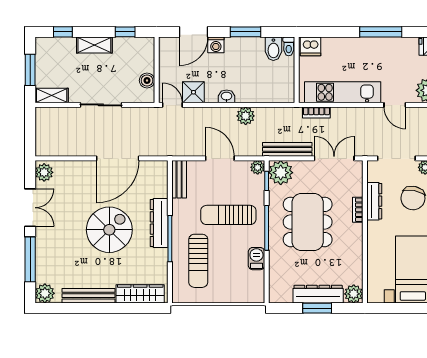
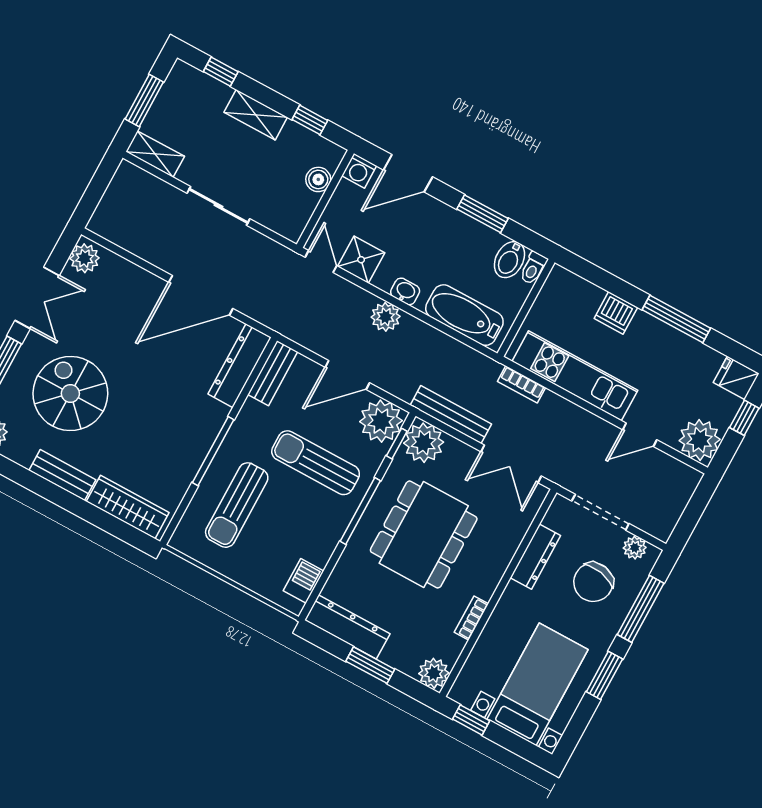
washing machine: (216, 45) -> (359, 171), moved
dishwasher: (310, 46) -> (616, 313), moved
boiler: (147, 81) -> (318, 179), moved
bathtub: (265, 92) -> (464, 315), added
door: (395, 105) -> (640, 435), hinge flipped
plant: (246, 116) -> (386, 317), moved
door: (220, 158) -> (347, 375), swing flipped
double door: (334, 158) -> (511, 464), swing flipped
plant: (258, 167) -> (381, 421), width x1.88, depth x1.88
bookcase: (358, 210) -> (471, 618), moved
dresser: (159, 223) -> (240, 366), moved
spiral stairs: (109, 230) -> (70, 393), moved, turned -90
barbecue: (256, 259) -> (304, 581), moved
dresser: (318, 294) -> (347, 627), moved
bench: (89, 296) -> (62, 475), width x0.73
window: (387, 308) -> (471, 720), added

